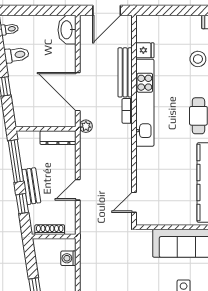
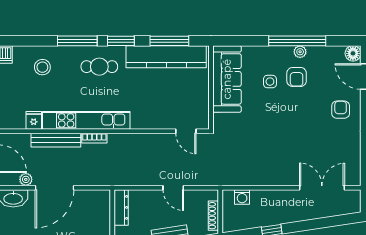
door: (78, 92) -> (55, 188), moved
plant: (86, 126) -> (26, 179), moved

